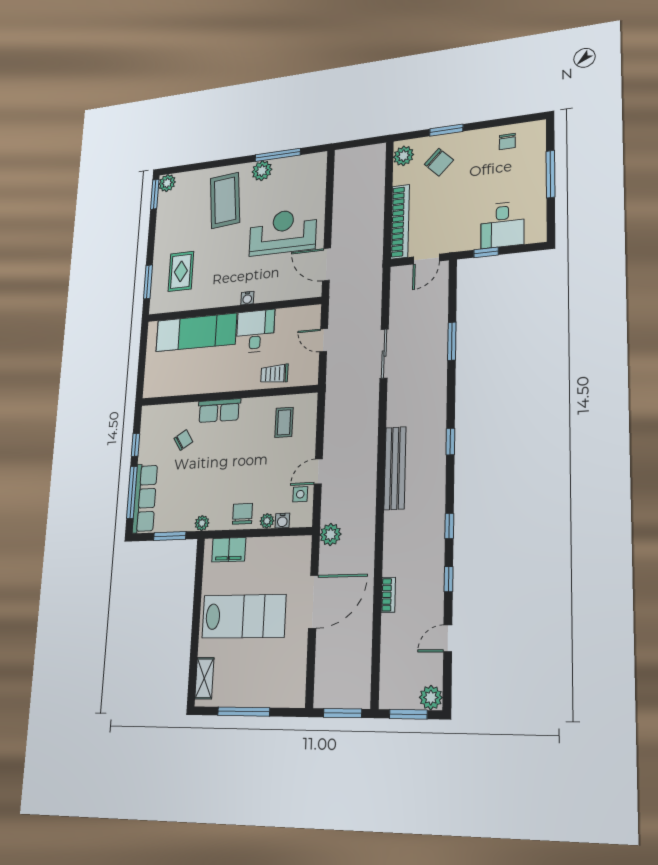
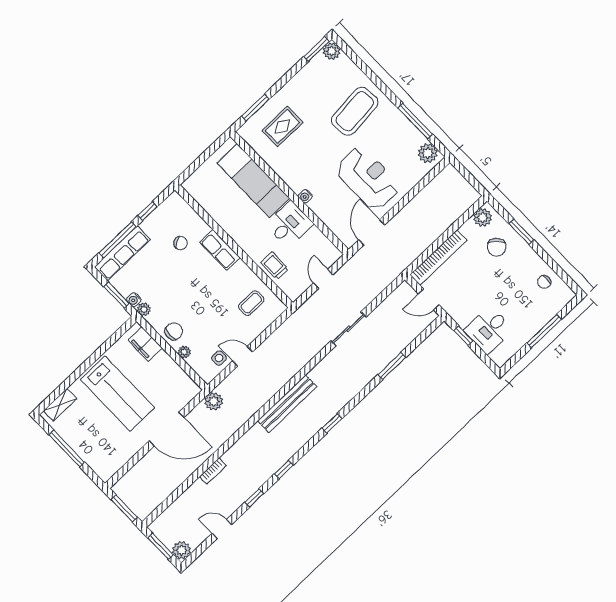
plant: (262, 171) -> (428, 153), moved
water cooler: (282, 521) -> (134, 300), moved

